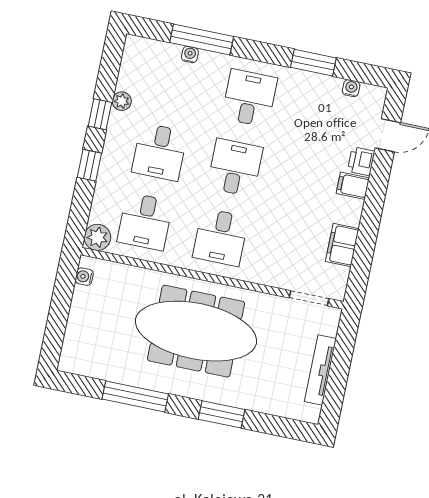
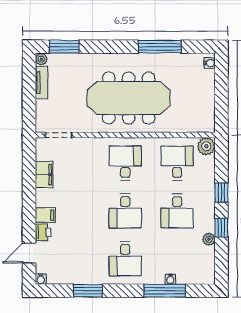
water cooler: (351, 88) -> (41, 279), moved
desk: (159, 152) -> (177, 211), turned 180
water cooler: (84, 277) -> (210, 63), moved
tv unit: (320, 370) -> (42, 83), width x0.71
window: (222, 414) -> (64, 47), moved
plant: (312, 414) -> (41, 59), added

